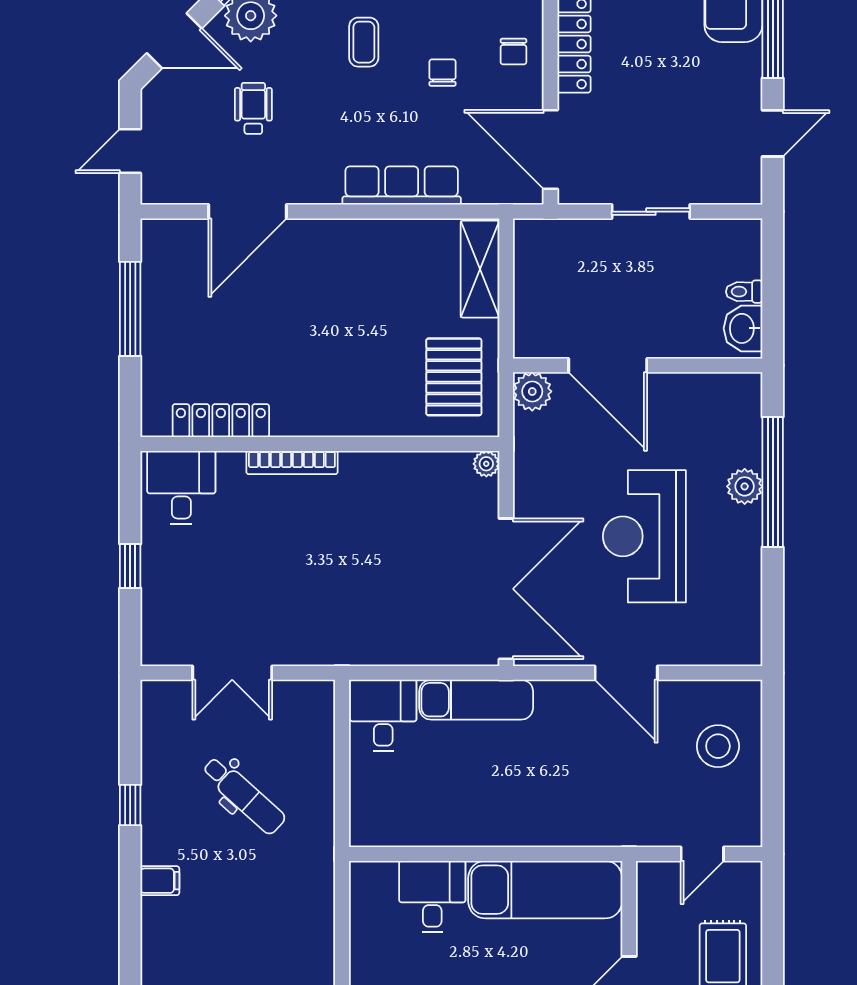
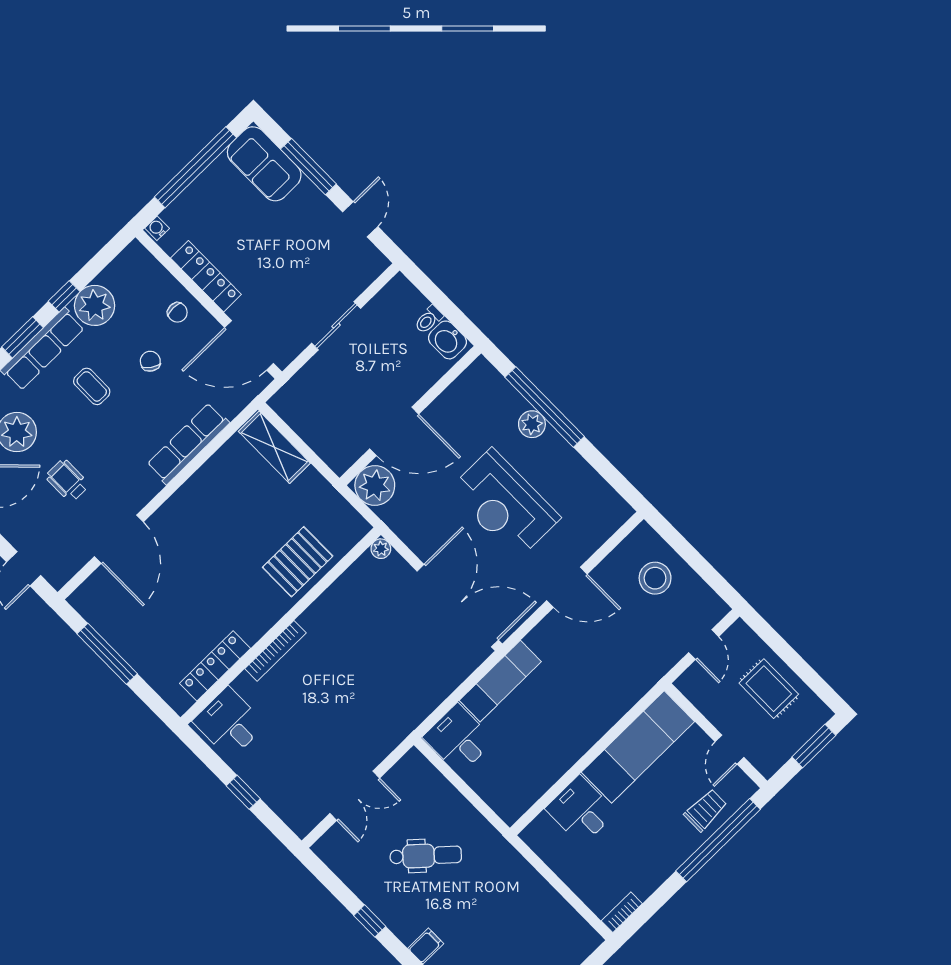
chair: (442, 73) -> (150, 361), turned 34
pallet: (454, 377) -> (298, 562), moved, turned 90
plant: (532, 391) -> (375, 486), width x1.36, depth x1.36

